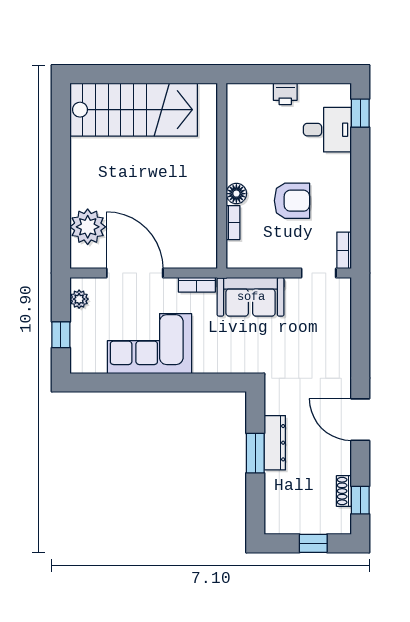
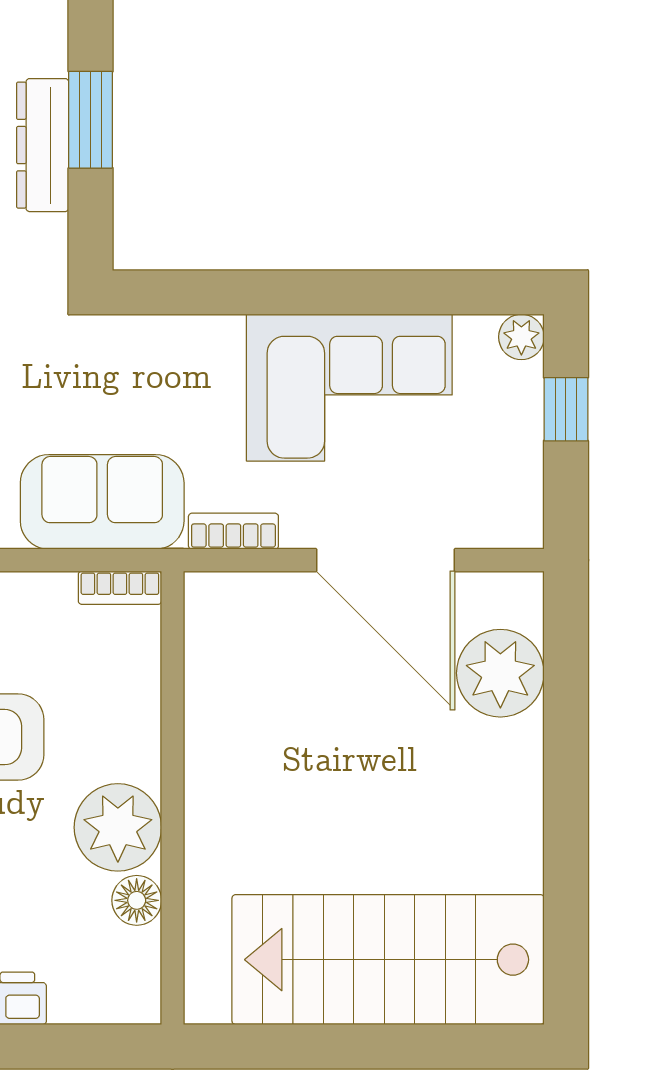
plant: (244, 164) -> (118, 827), added
floor lamp: (236, 194) -> (137, 900), moved
bookcase: (233, 223) -> (120, 588), moved, turned -90
plant: (79, 299) -> (521, 337), moved

